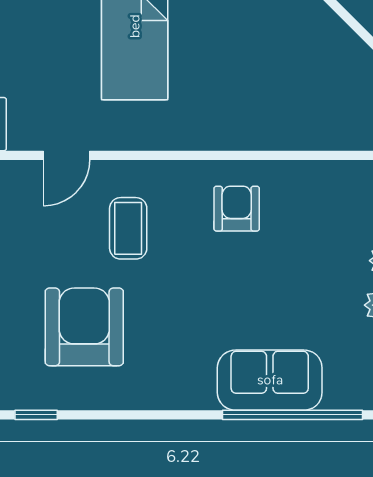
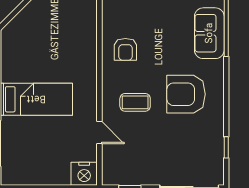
armchair: (237, 209) -> (125, 49), turned -90
armchair: (84, 327) -> (186, 94), moved

